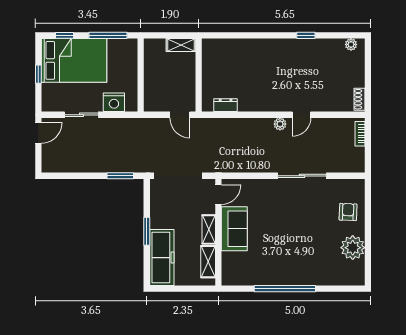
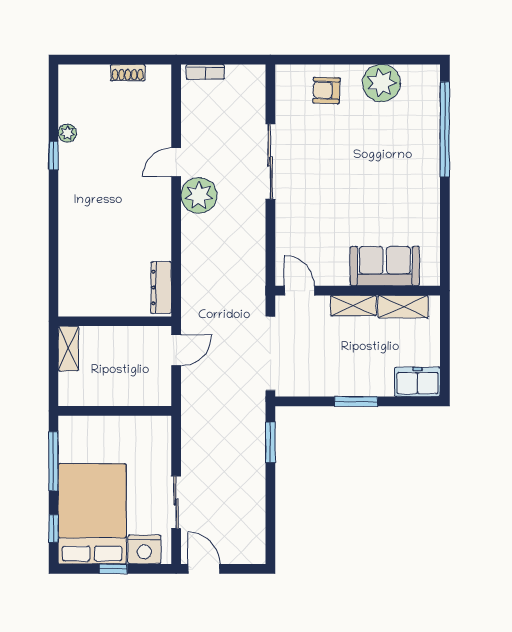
plant: (351, 44) -> (67, 133), moved
shoe rack: (359, 99) -> (128, 73), moved
nightstand: (114, 102) -> (144, 549), moved, turned 90
dresser: (226, 105) -> (161, 288), width x1.44
door: (301, 115) -> (176, 162), swing flipped
plant: (280, 124) -> (199, 195), width x1.88, depth x1.88
sofa: (234, 229) -> (385, 266), moved
freezer: (162, 258) -> (417, 382), width x0.52, depth x0.79
window: (285, 289) -> (445, 129), moved

